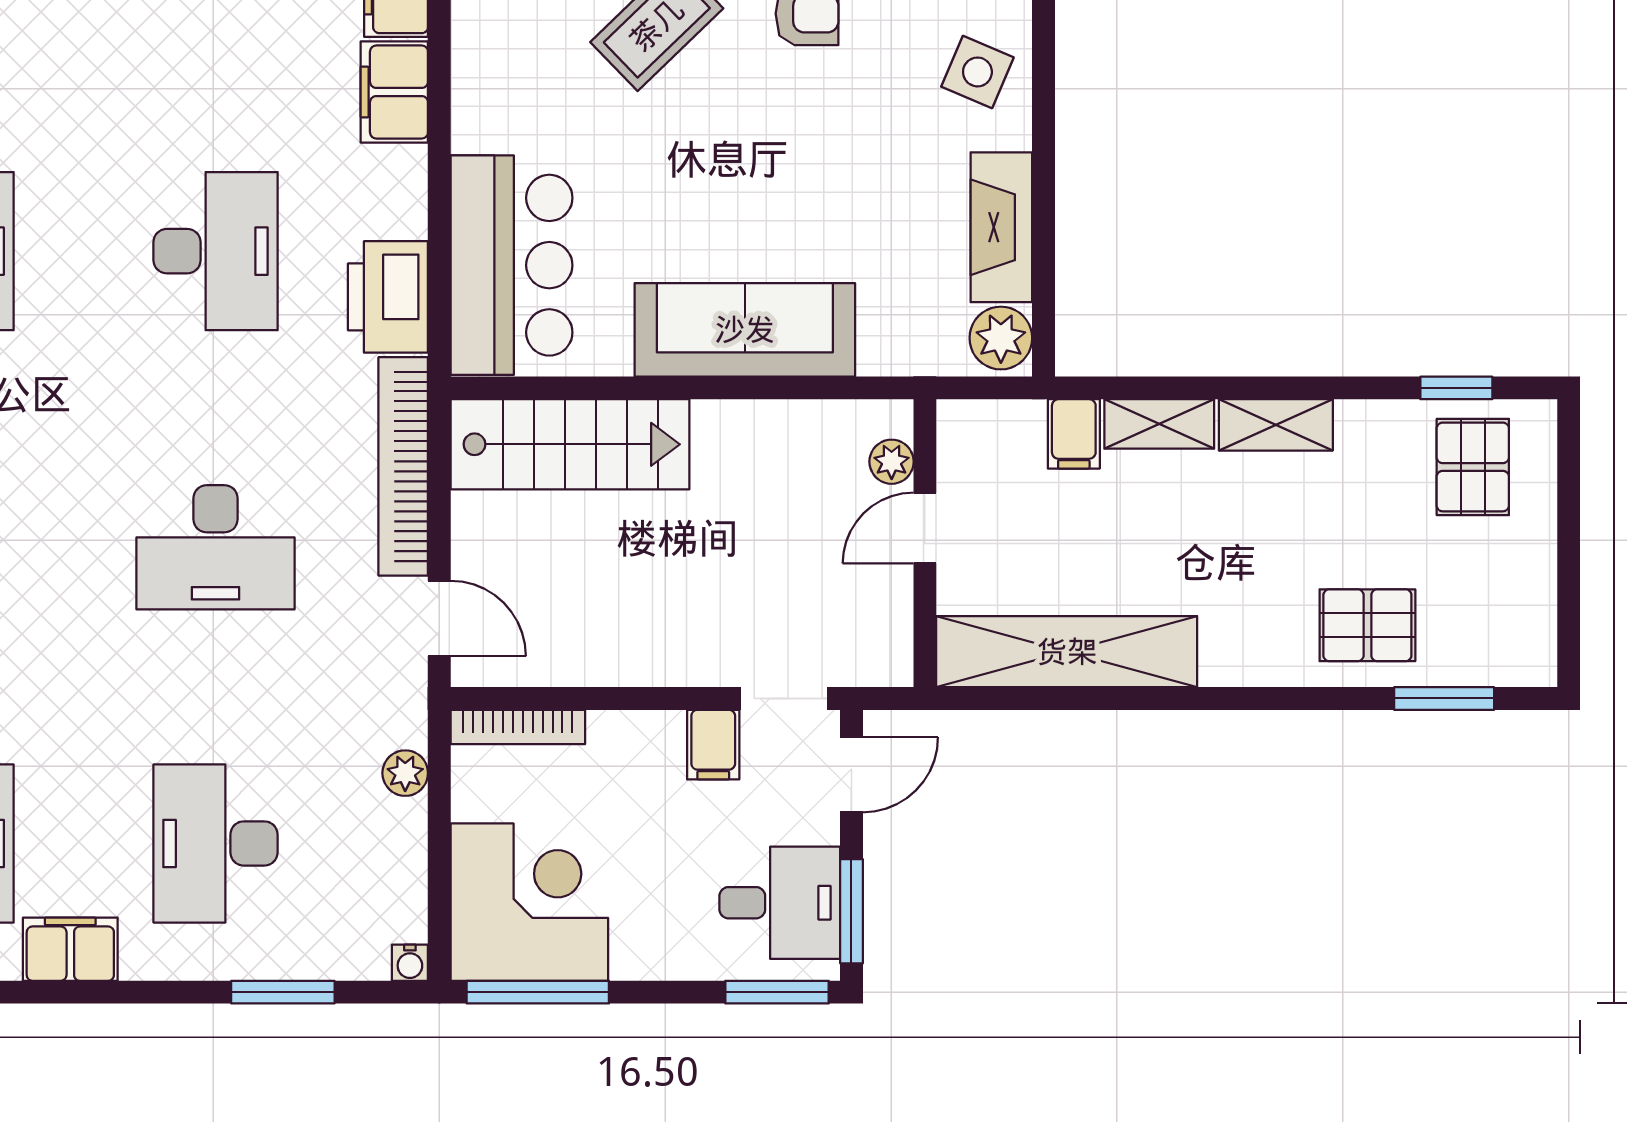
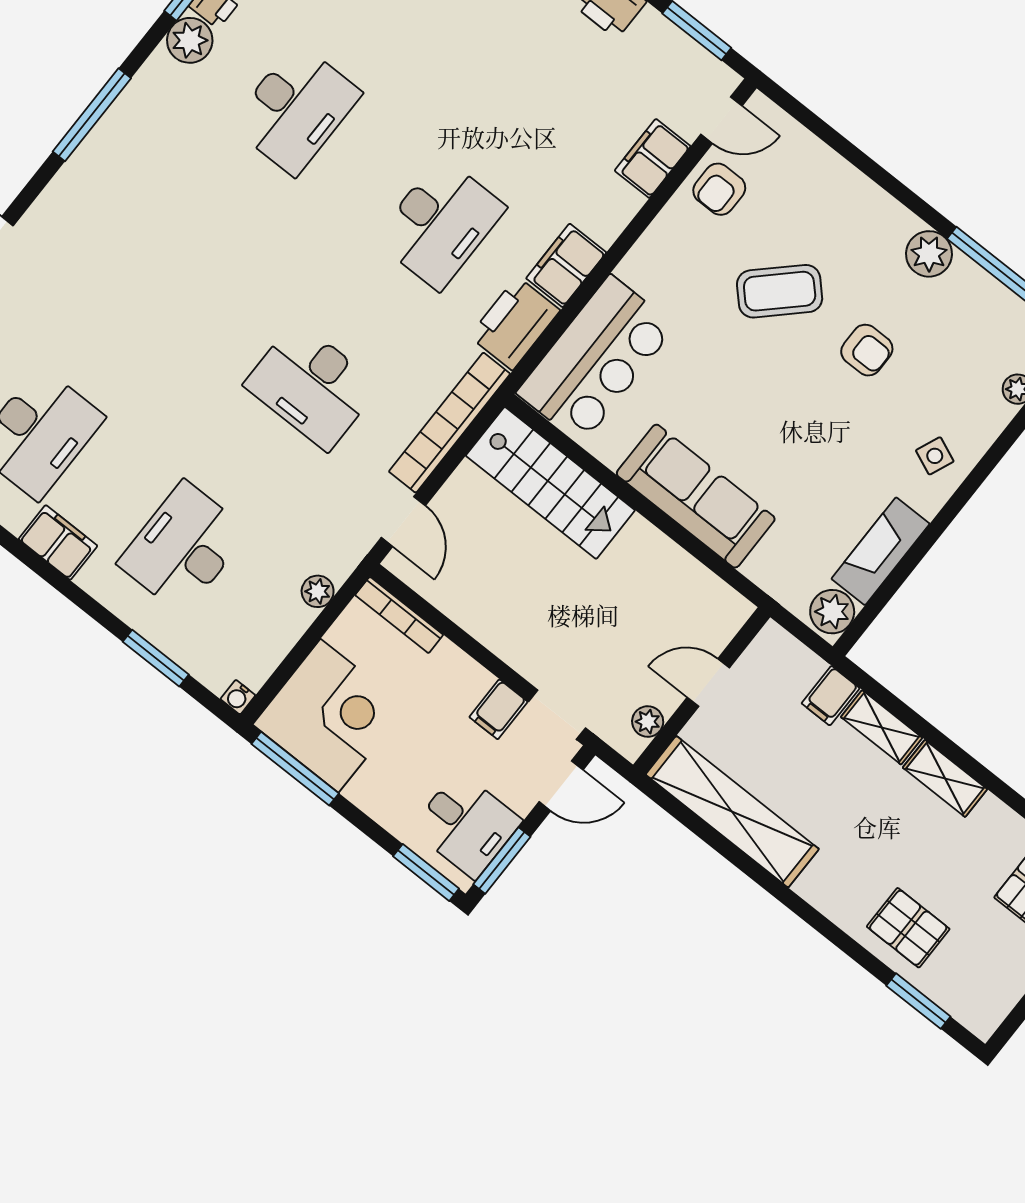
side table: (977, 72) -> (935, 456), width x0.73, depth x0.73
filing cabinet: (394, 92) -> (566, 265), moved
plant: (892, 462) -> (648, 722), moved

